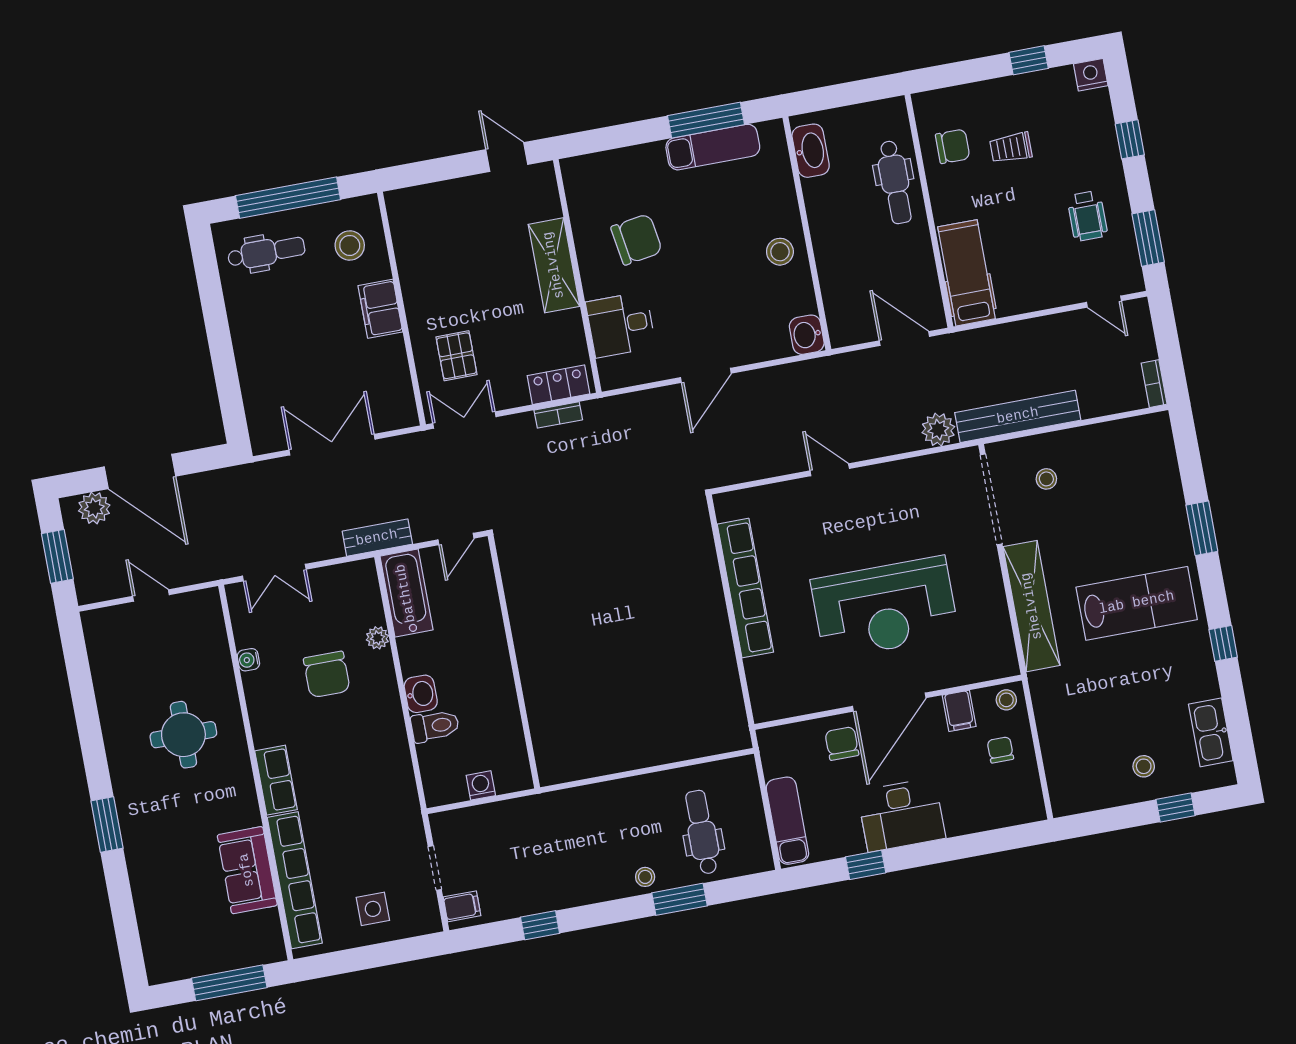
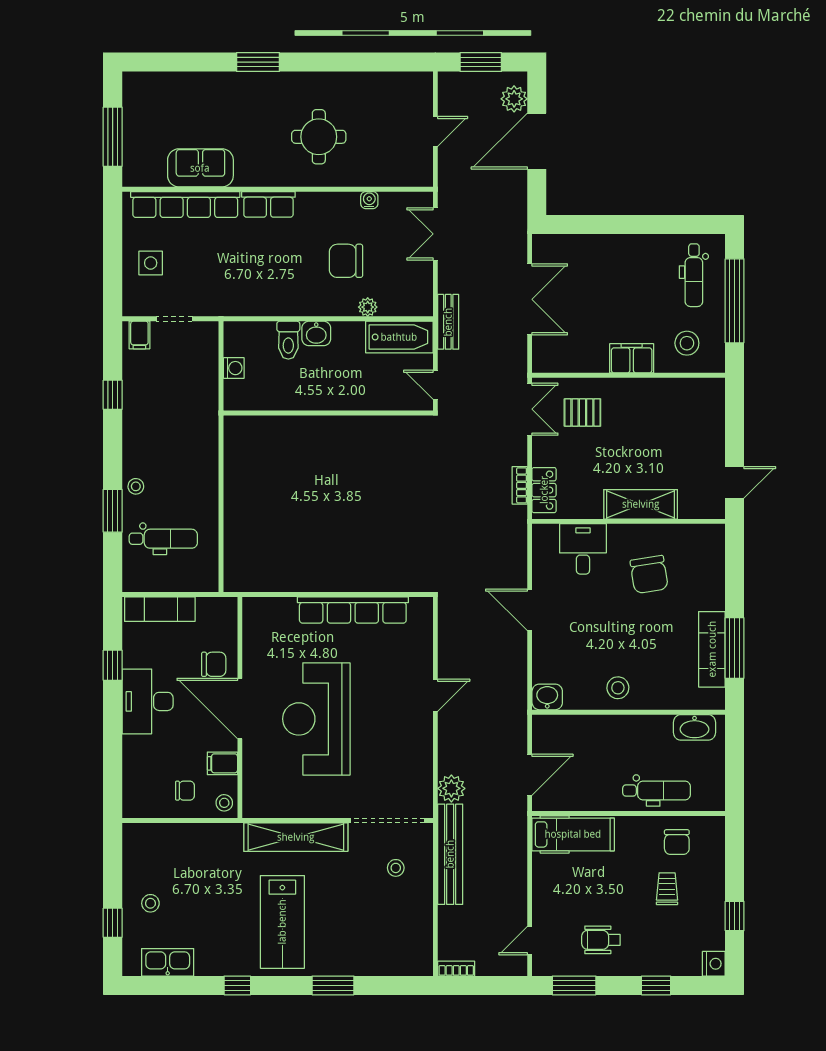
dental chair: (895, 182) -> (657, 791), turned 180

